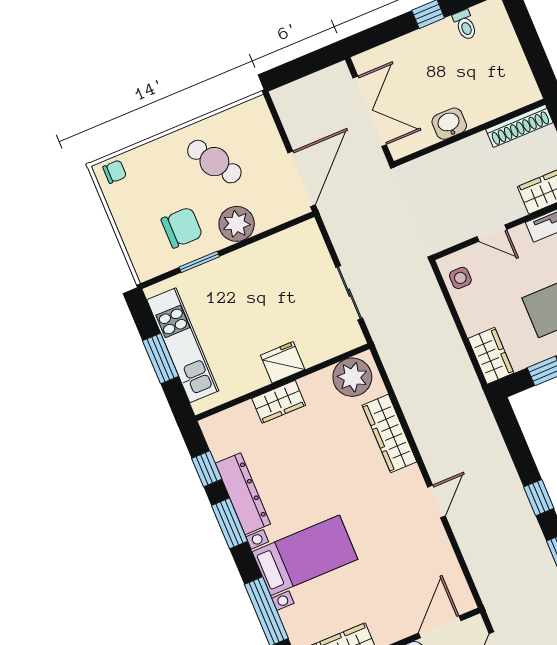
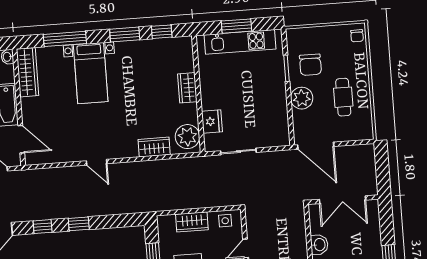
cafe table: (214, 162) -> (343, 97), turned -57
wardrobe: (491, 356) -> (192, 222), moved
fridge: (283, 362) -> (212, 121), moved
wardrobe: (390, 434) -> (154, 147), width x0.67
dresser: (243, 494) -> (140, 48), removed

